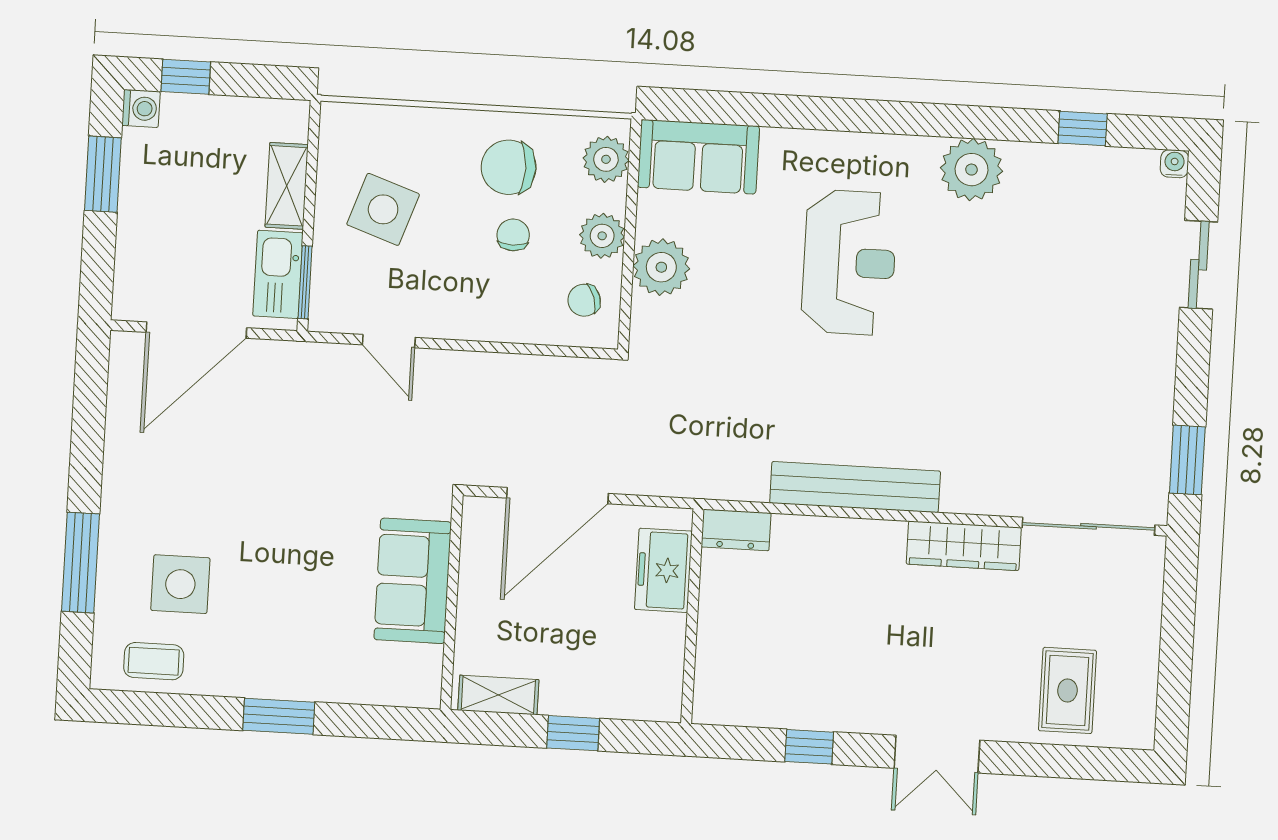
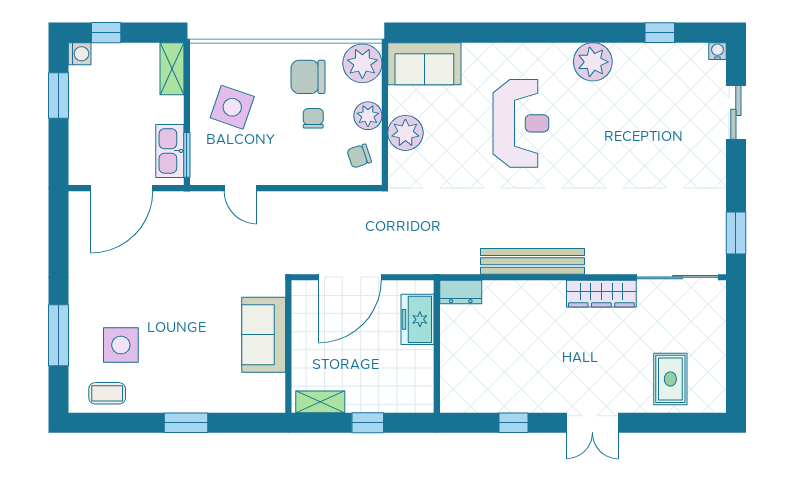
plant: (606, 159) -> (362, 63), width x1.36, depth x1.36
shelving: (287, 186) -> (172, 69), moved

